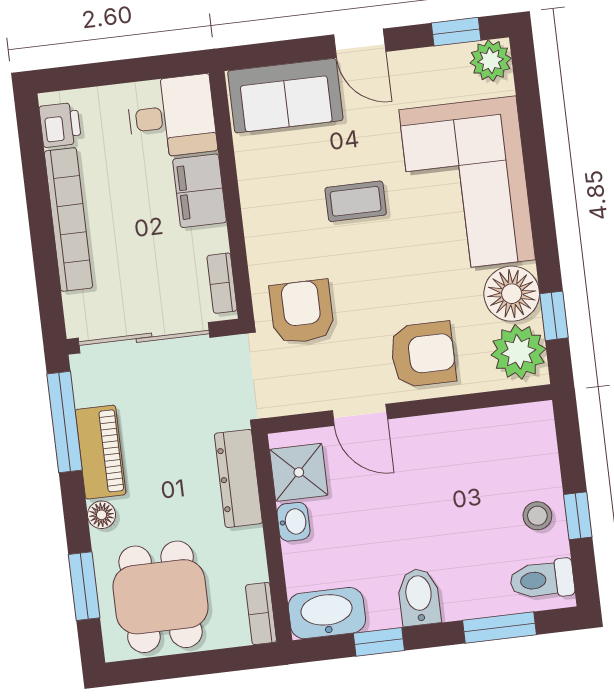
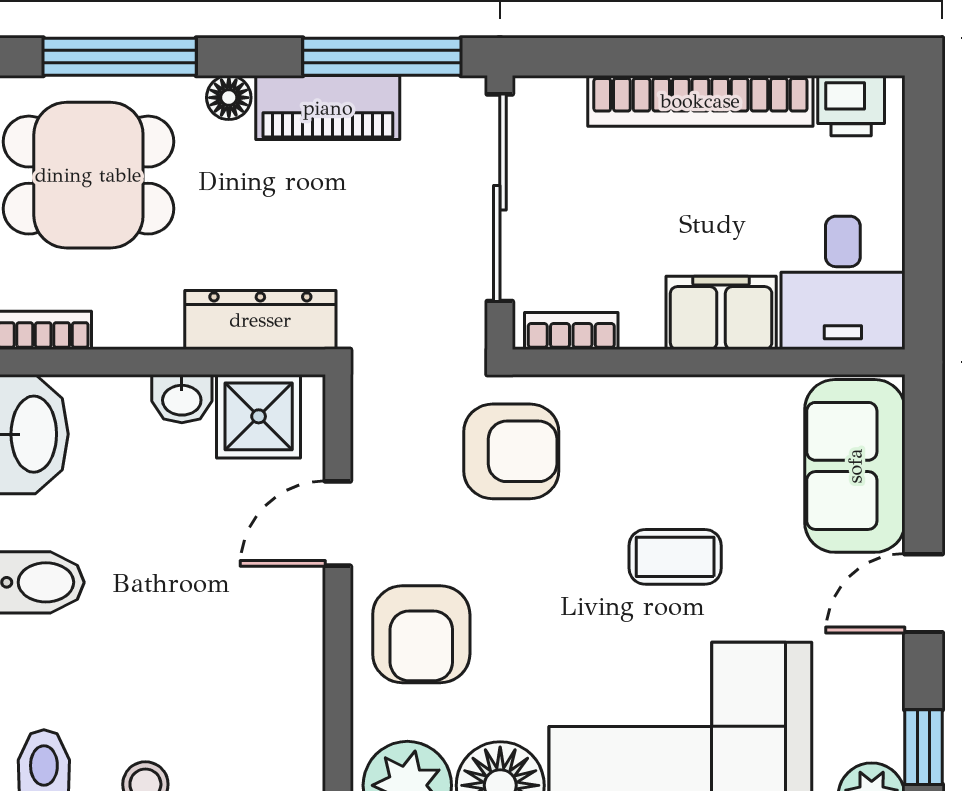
coffee table: (356, 201) -> (675, 557), turned 90
window: (84, 586) -> (120, 57), width x1.44

